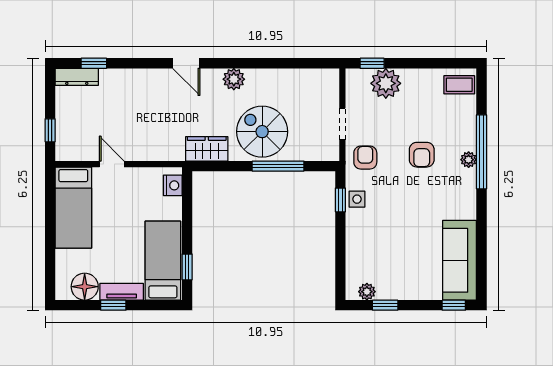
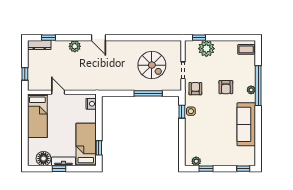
plant: (234, 79) -> (75, 46), moved
spiral stairs: (262, 132) -> (152, 65), moved, turned 180
wardrobe: (207, 149) -> (110, 84), removed
sofa: (460, 260) -> (246, 124), moved

